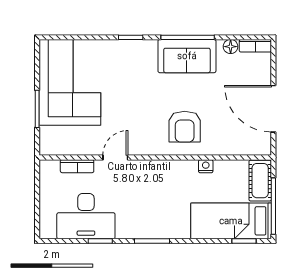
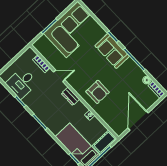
sofa: (187, 56) -> (112, 51), moved
armchair: (185, 127) -> (98, 92), turned -90
dresser: (157, 168) -> (70, 96), added
desk: (86, 216) -> (22, 83), width x0.73

